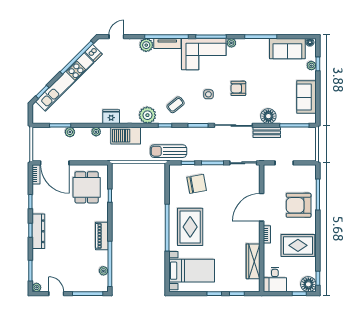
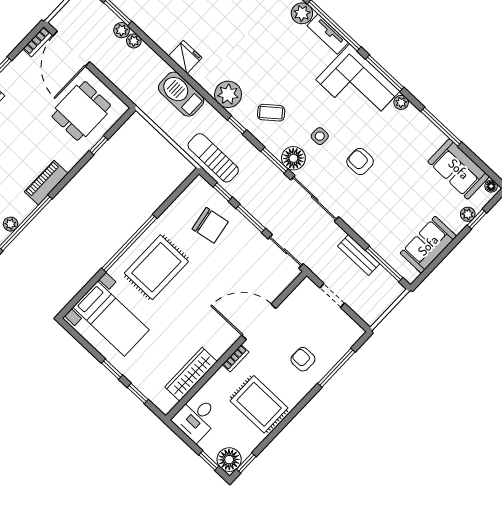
floor lamp: (268, 116) -> (293, 158), moved
plant: (96, 132) -> (134, 41), moved
bench: (267, 132) -> (359, 255), moved
armchair: (299, 205) -> (303, 359), width x0.53, depth x0.53

